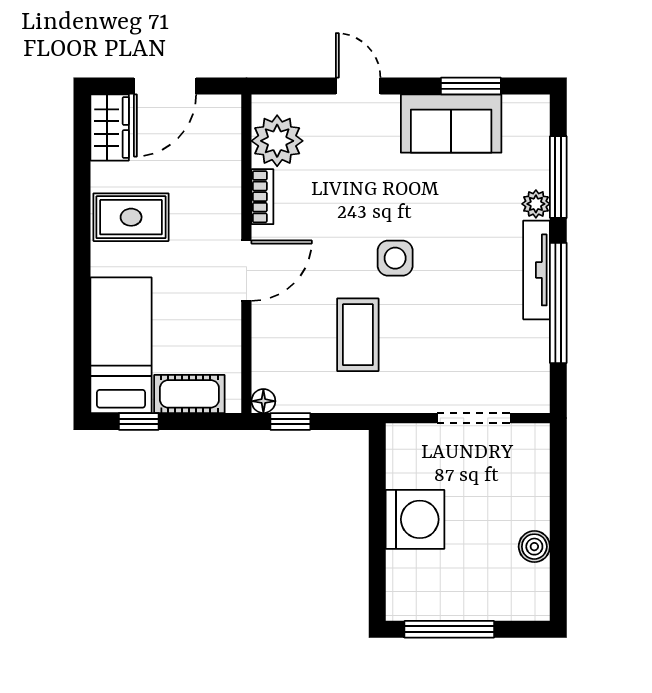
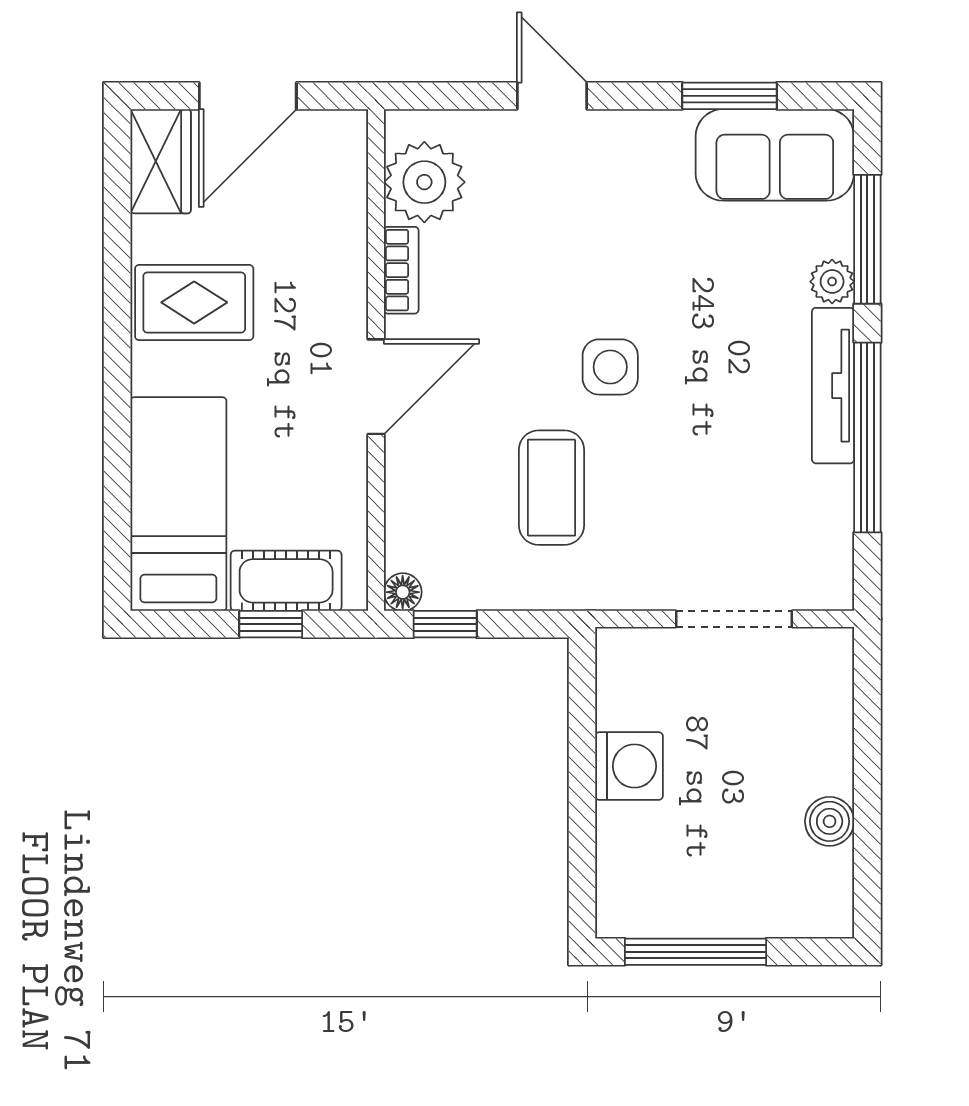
sofa: (451, 124) -> (775, 155), moved
window: (139, 421) -> (271, 624), moved
washing machine: (415, 519) -> (629, 766), width x0.73, depth x0.73

